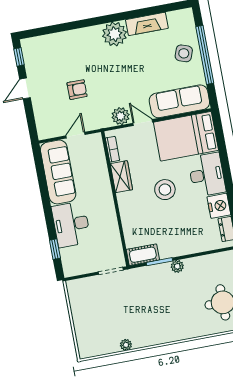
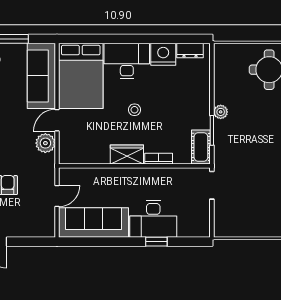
door: (76, 135) -> (57, 196), swing flipped
bookcase: (112, 149) -> (159, 159), moved
wardrobe: (121, 177) -> (127, 155), moved
stool: (165, 190) -> (134, 110), width x0.53, depth x0.53
window: (55, 249) -> (156, 242), moved

